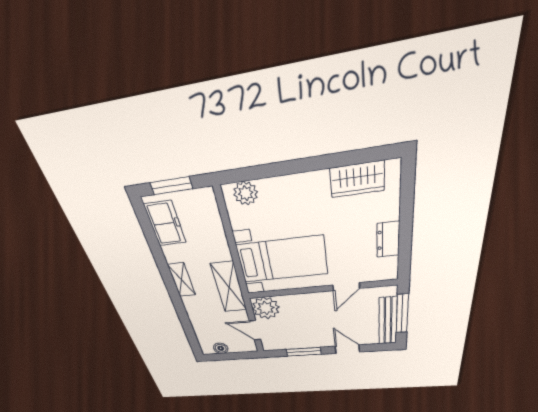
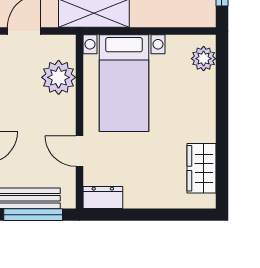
dresser: (388, 239) -> (103, 197), moved
plant: (266, 308) -> (59, 77), moved

